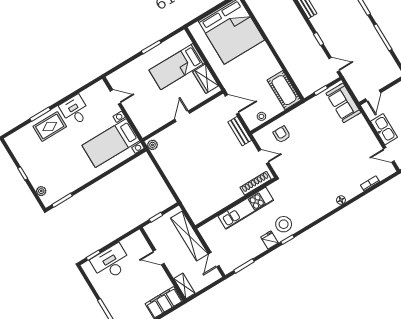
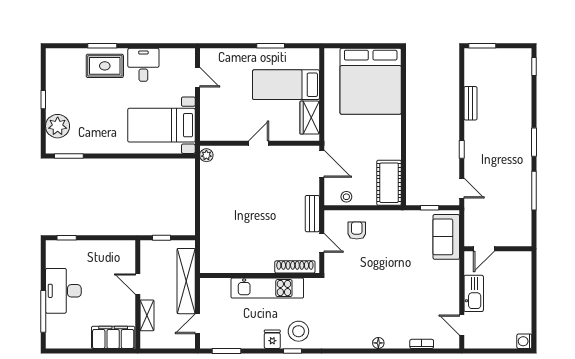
bench: (240, 131) -> (312, 214), moved
plant: (41, 191) -> (58, 126), width x1.88, depth x1.88
desk: (111, 263) -> (63, 291), moved, turned -90
shelving: (184, 286) -> (147, 315), moved

